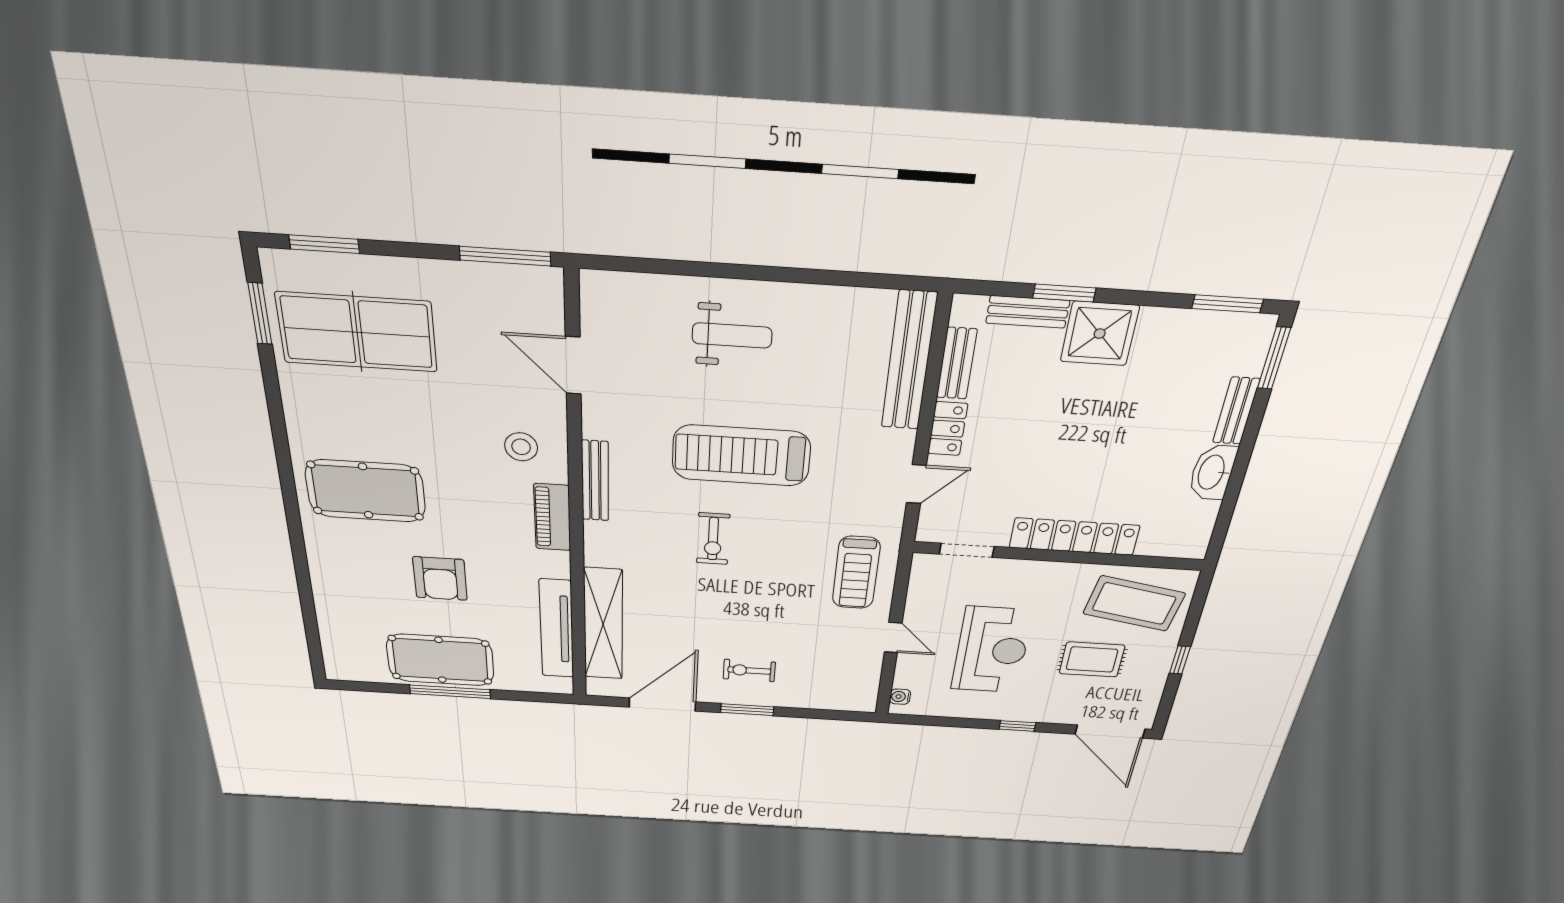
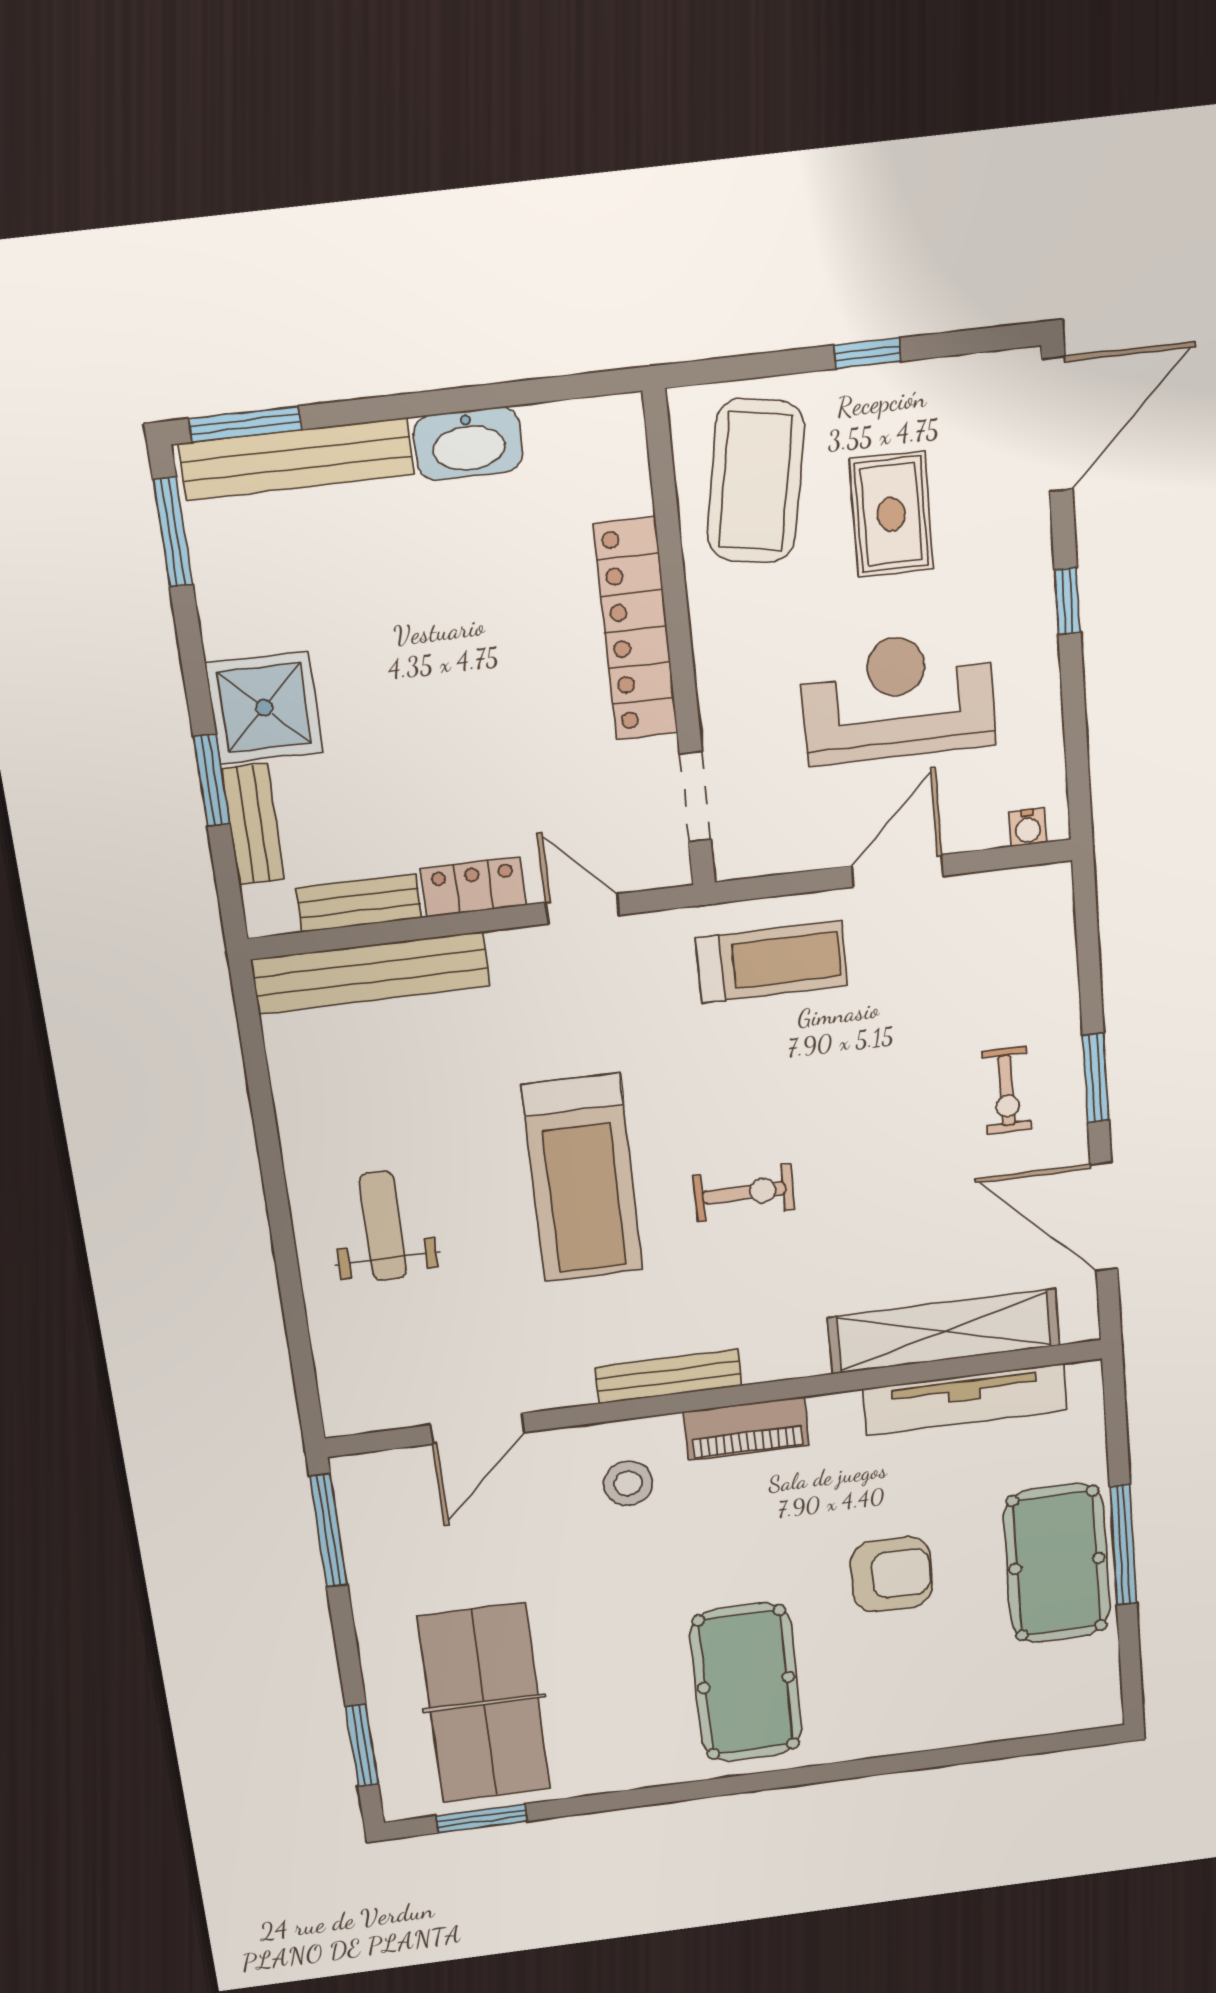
bench: (1236, 411) -> (296, 459), width x1.86, depth x1.21
door: (893, 638) -> (897, 871), width x1.38

